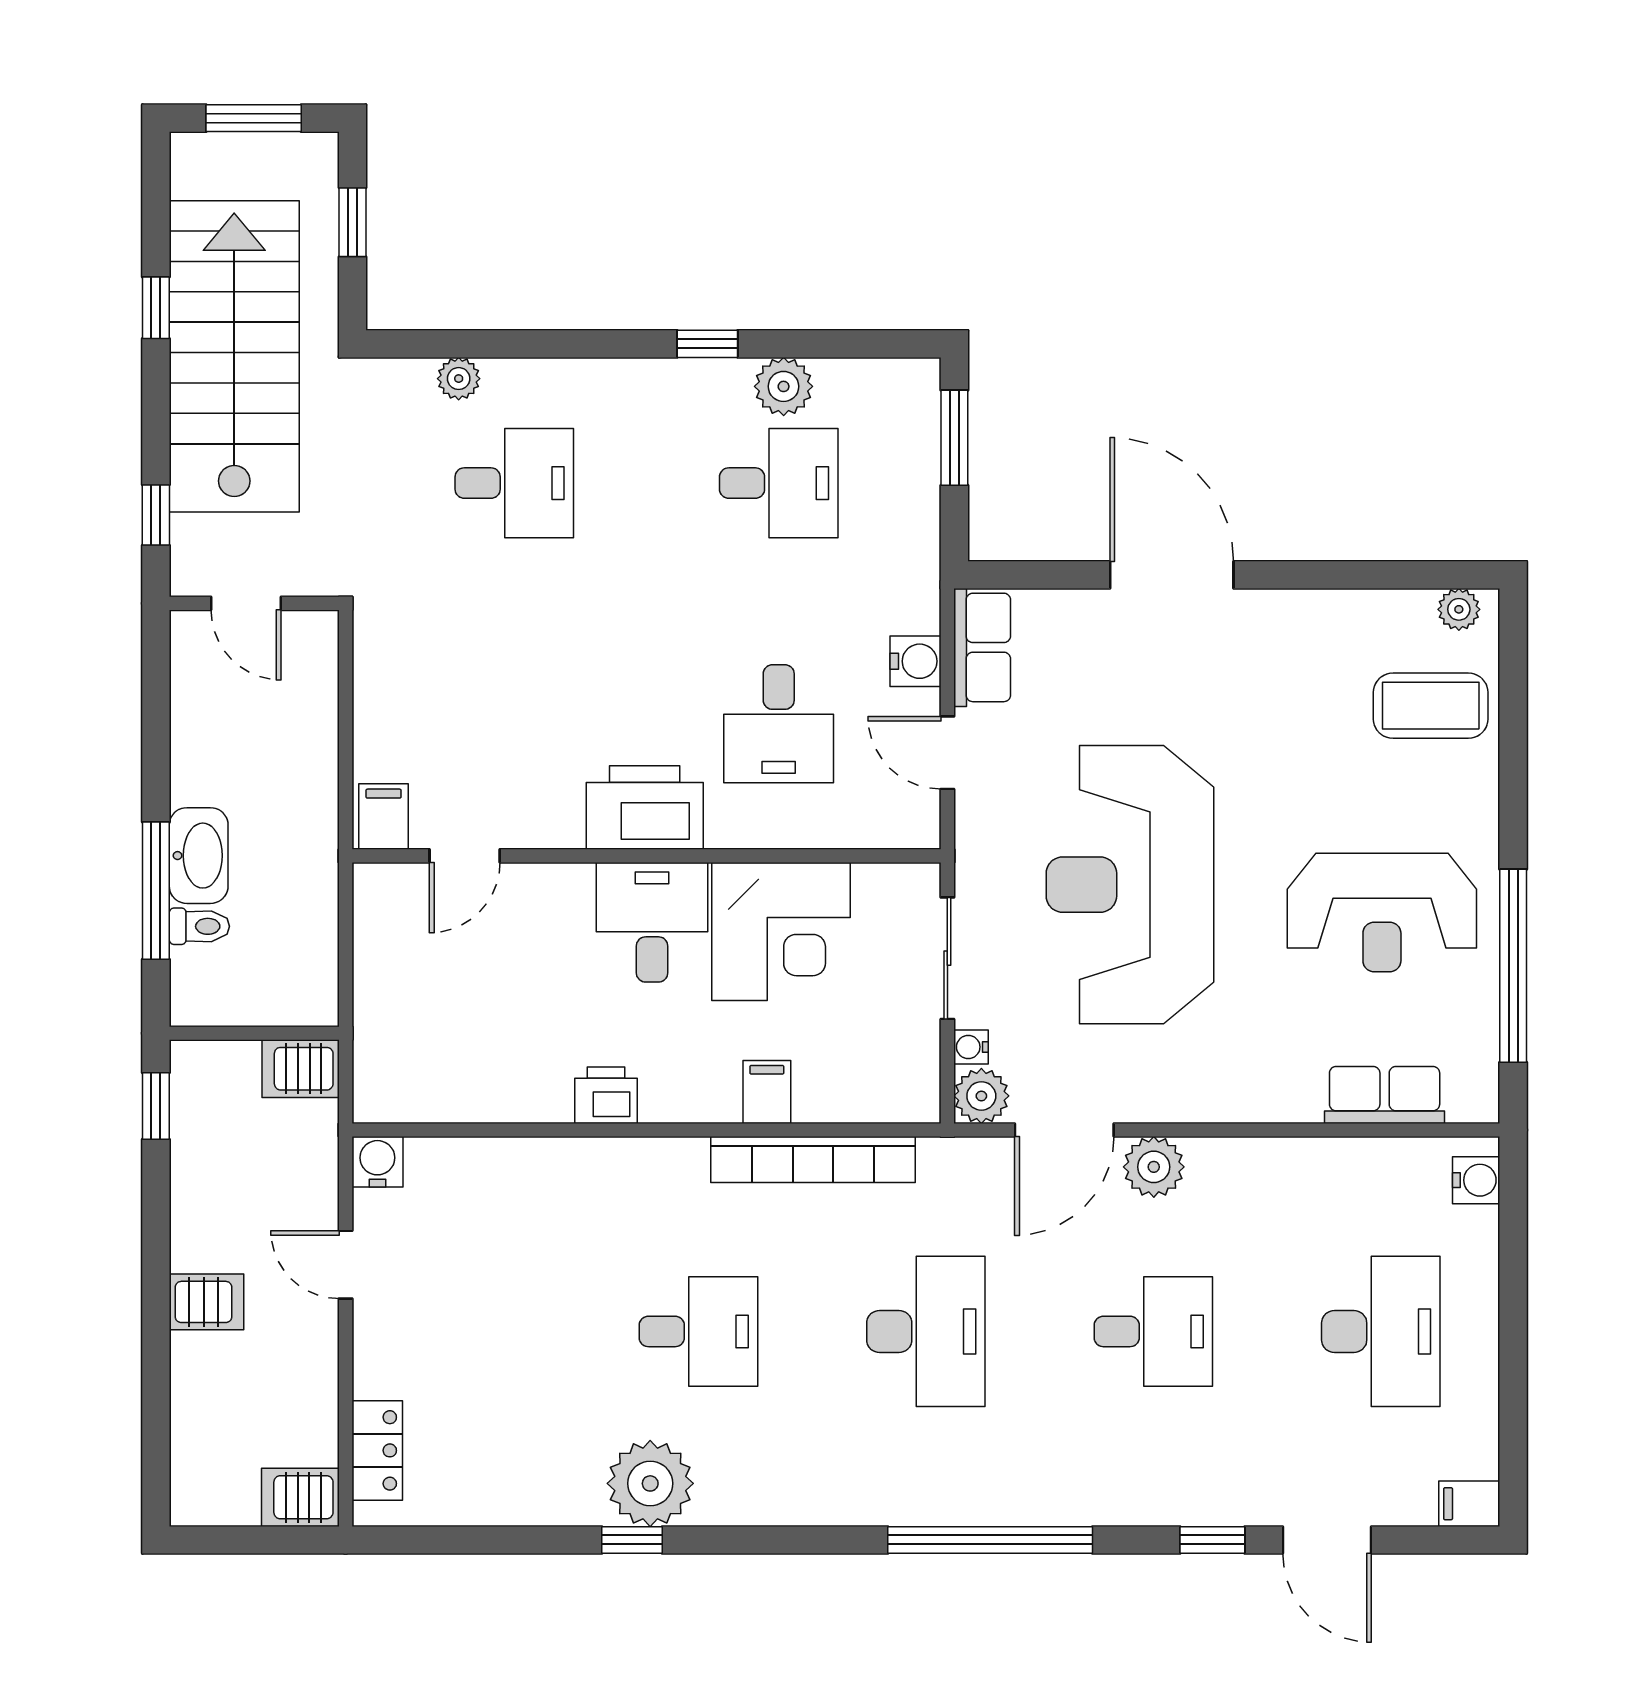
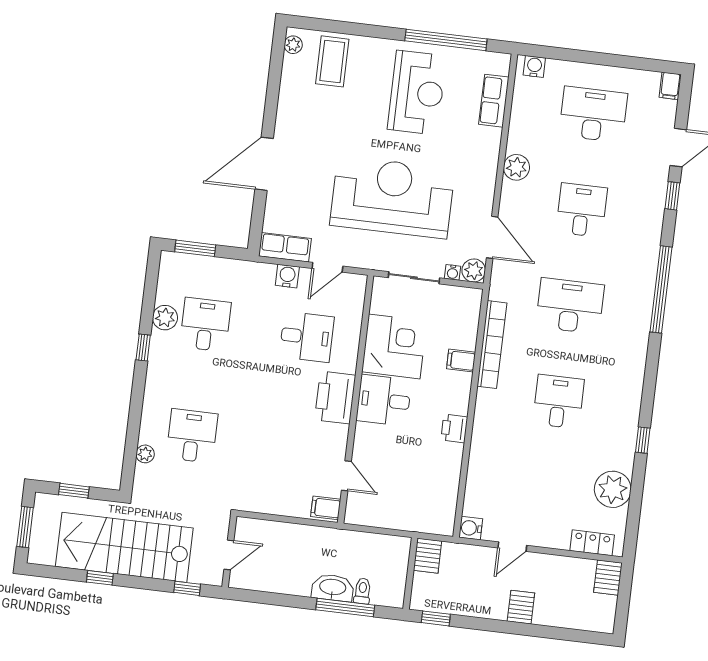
reception desk: (1130, 885) -> (392, 197), turned 180
plant: (1154, 1167) -> (516, 167), moved
plant: (650, 1483) -> (613, 489), moved

